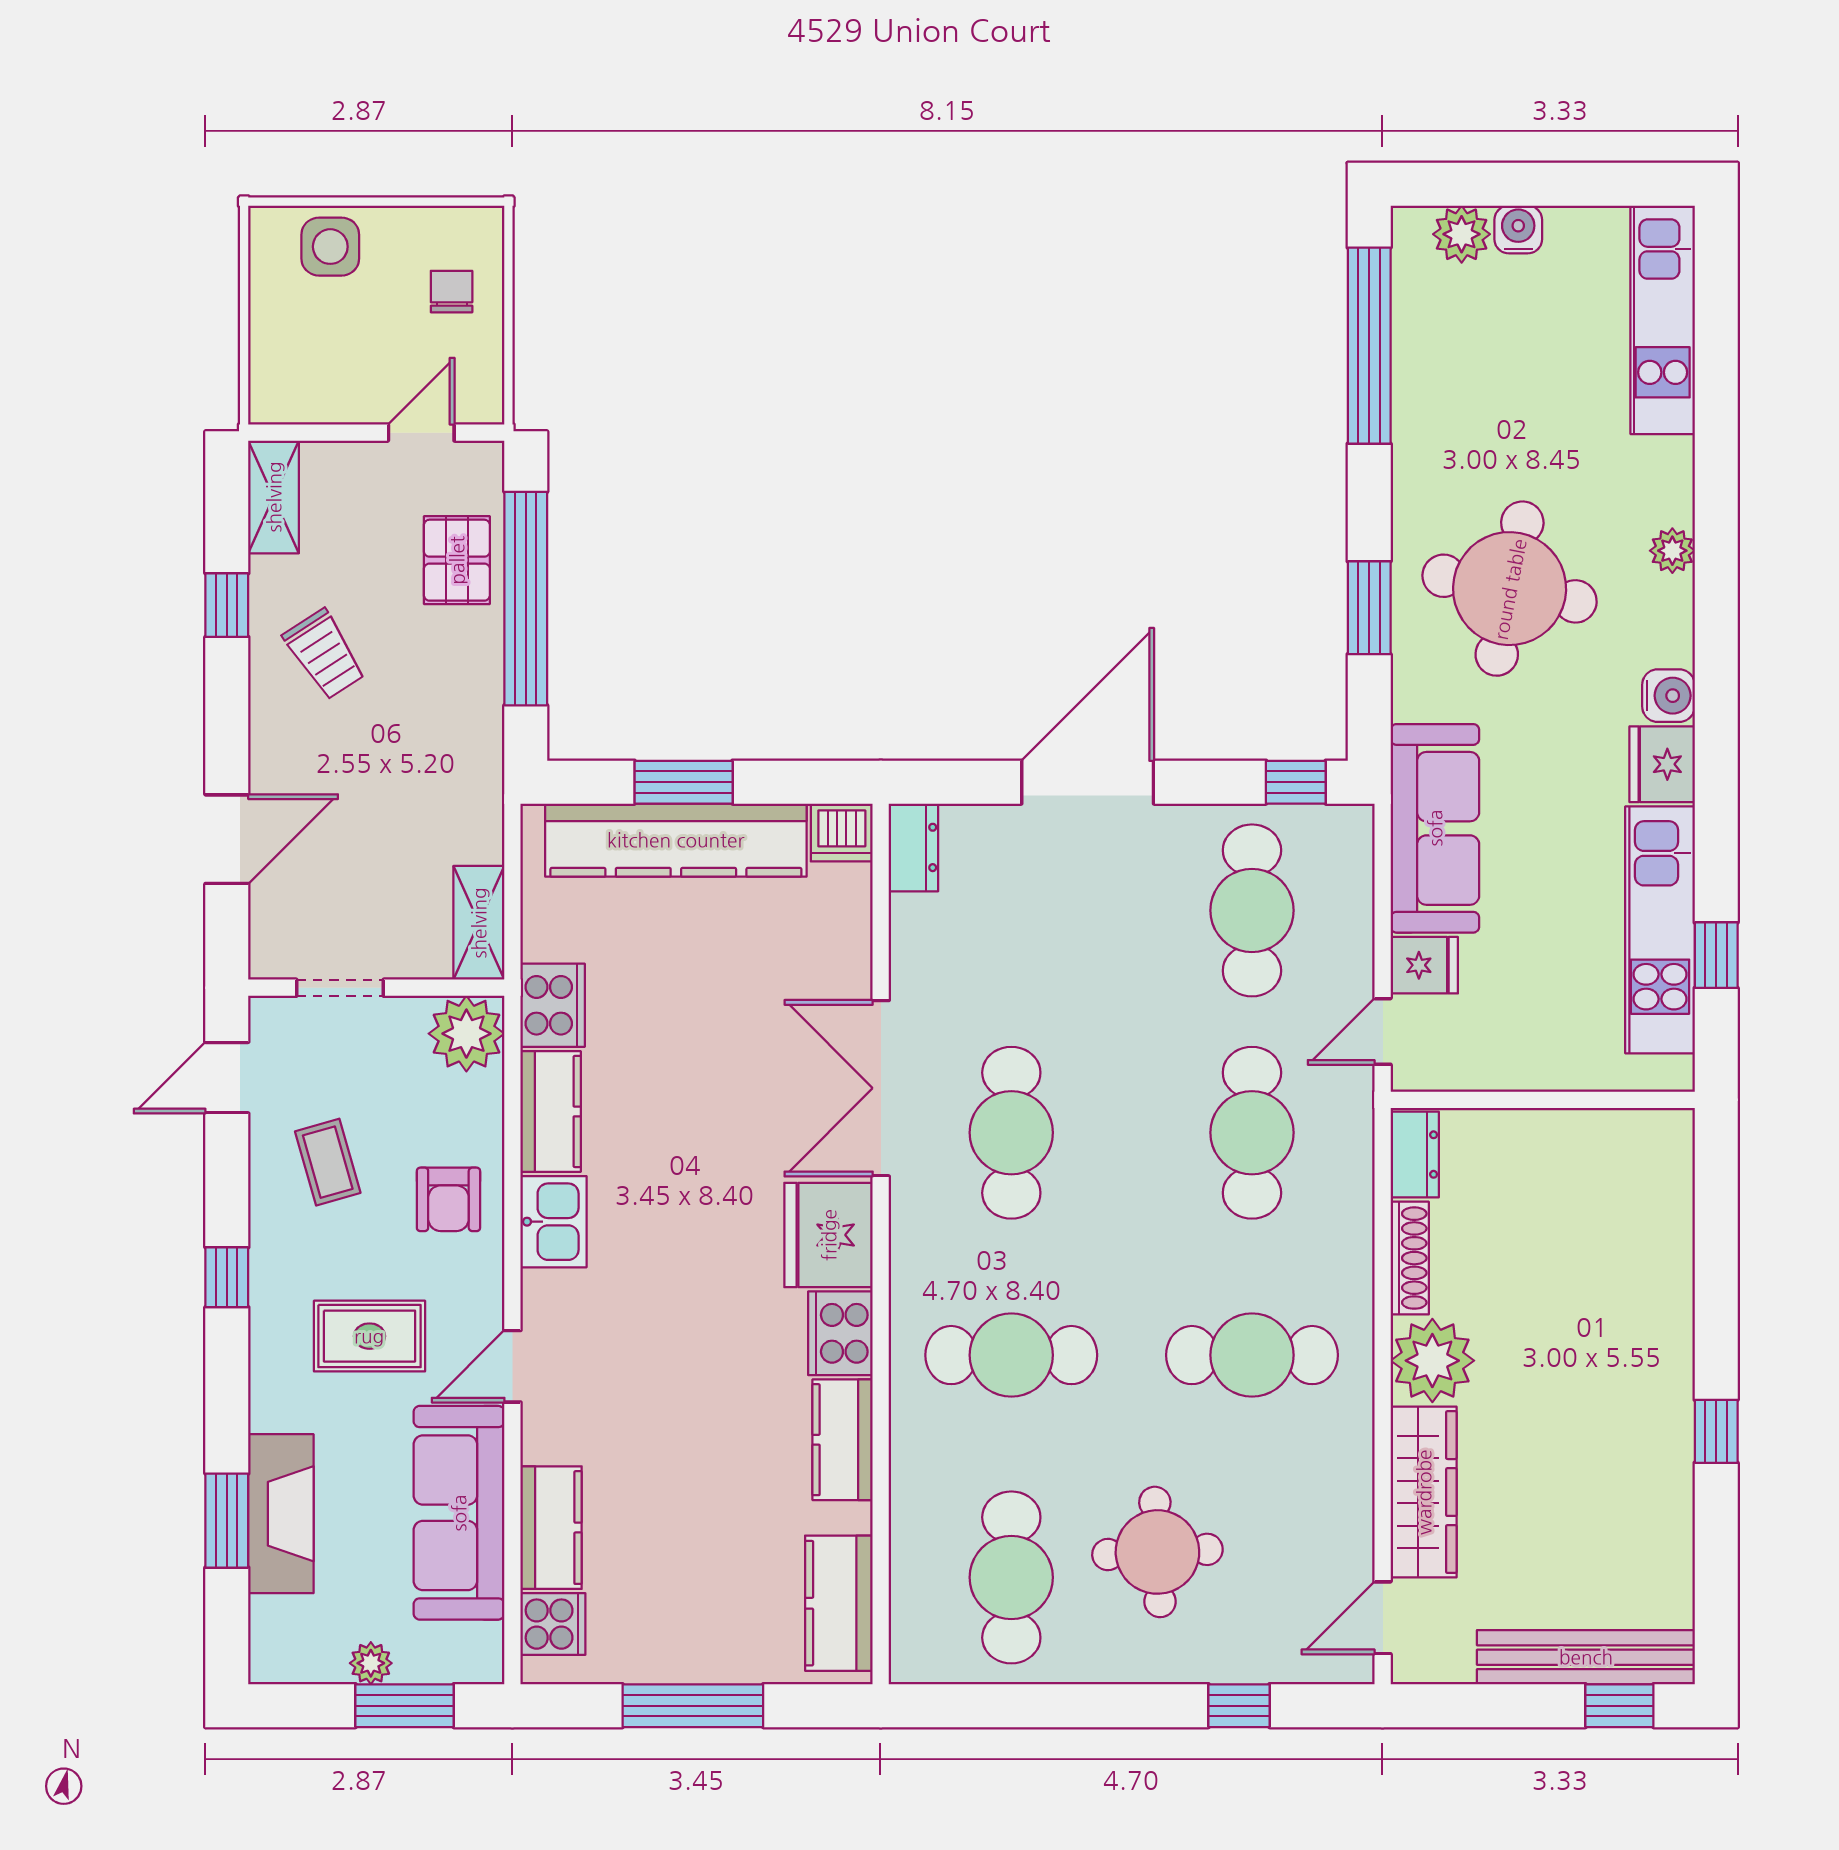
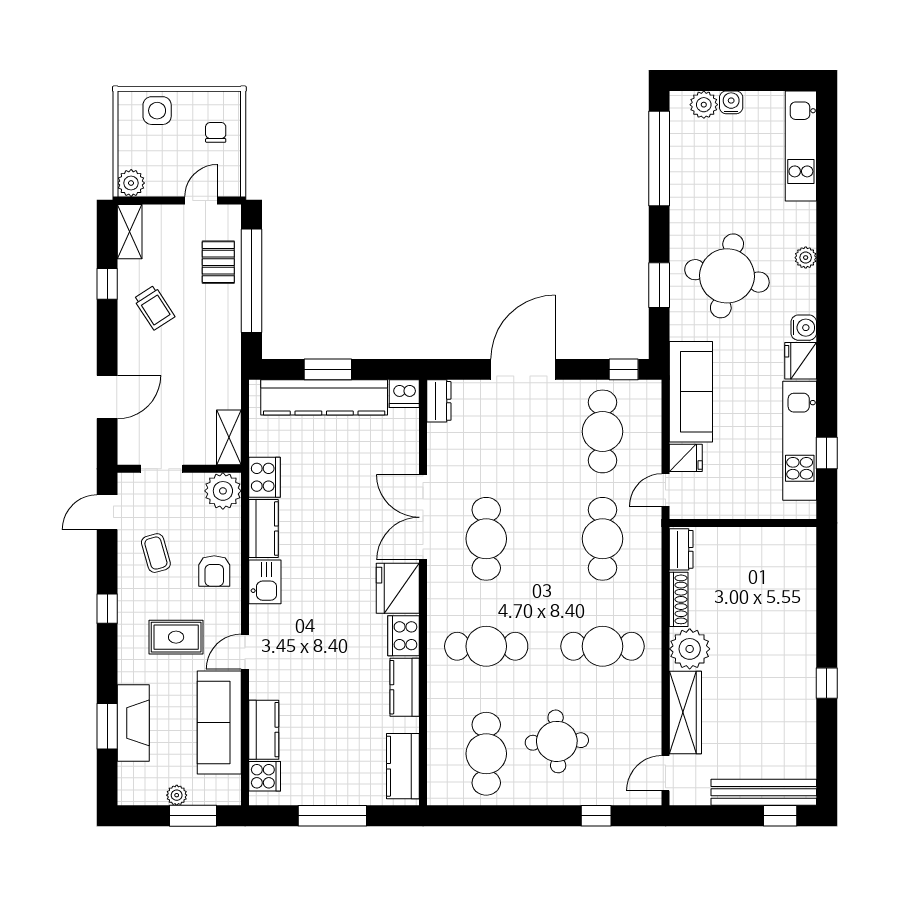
plant: (276, 396) -> (131, 183), added

